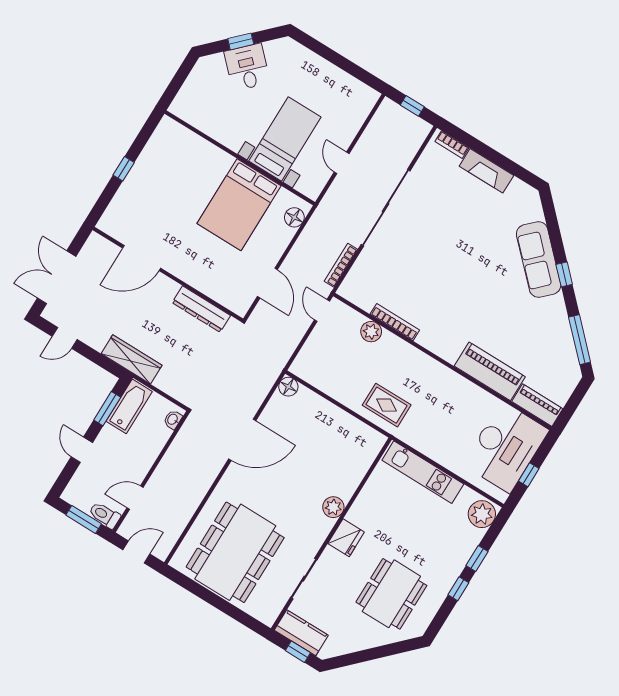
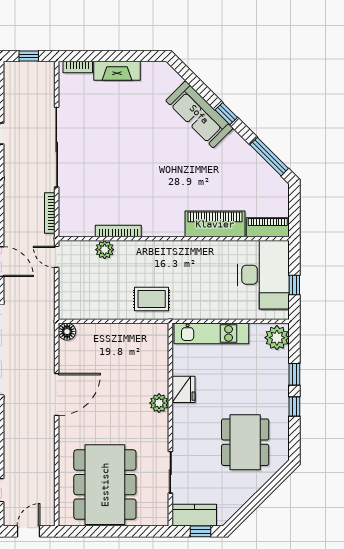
fridge: (346, 538) -> (183, 389), moved

